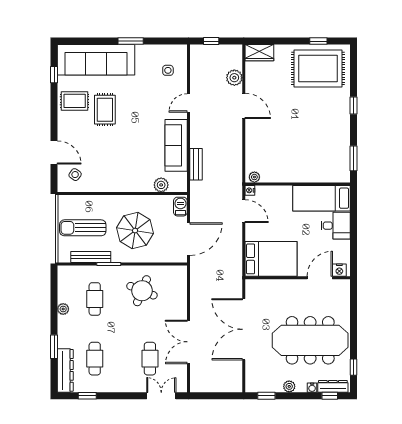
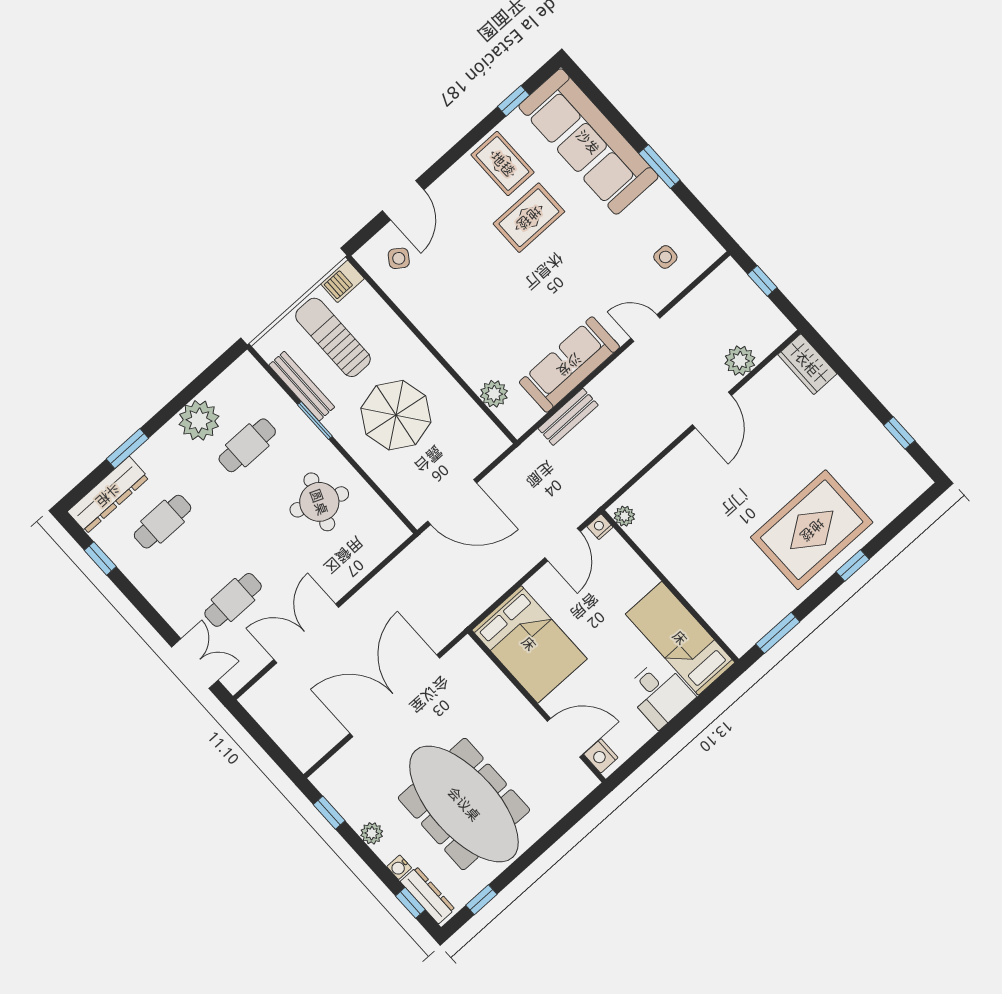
rug: (318, 68) -> (812, 530), moved, turned 90
barbecue: (180, 207) -> (342, 281), moved, turned 180
plant: (63, 309) -> (199, 420), width x1.87, depth x1.87

